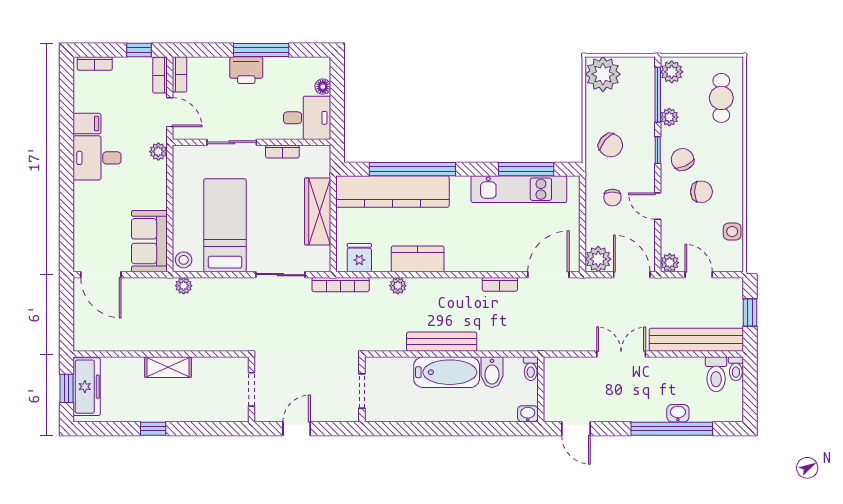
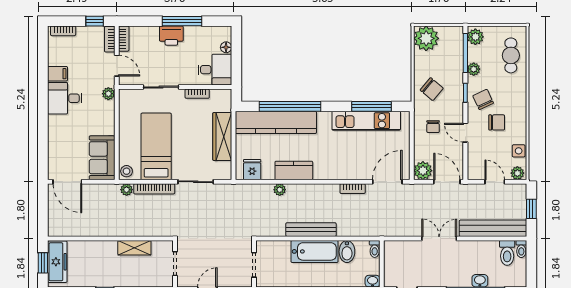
plant: (670, 263) -> (517, 173), moved
bookcase: (341, 285) -> (154, 189), moved
shelving: (168, 367) -> (134, 248), moved

